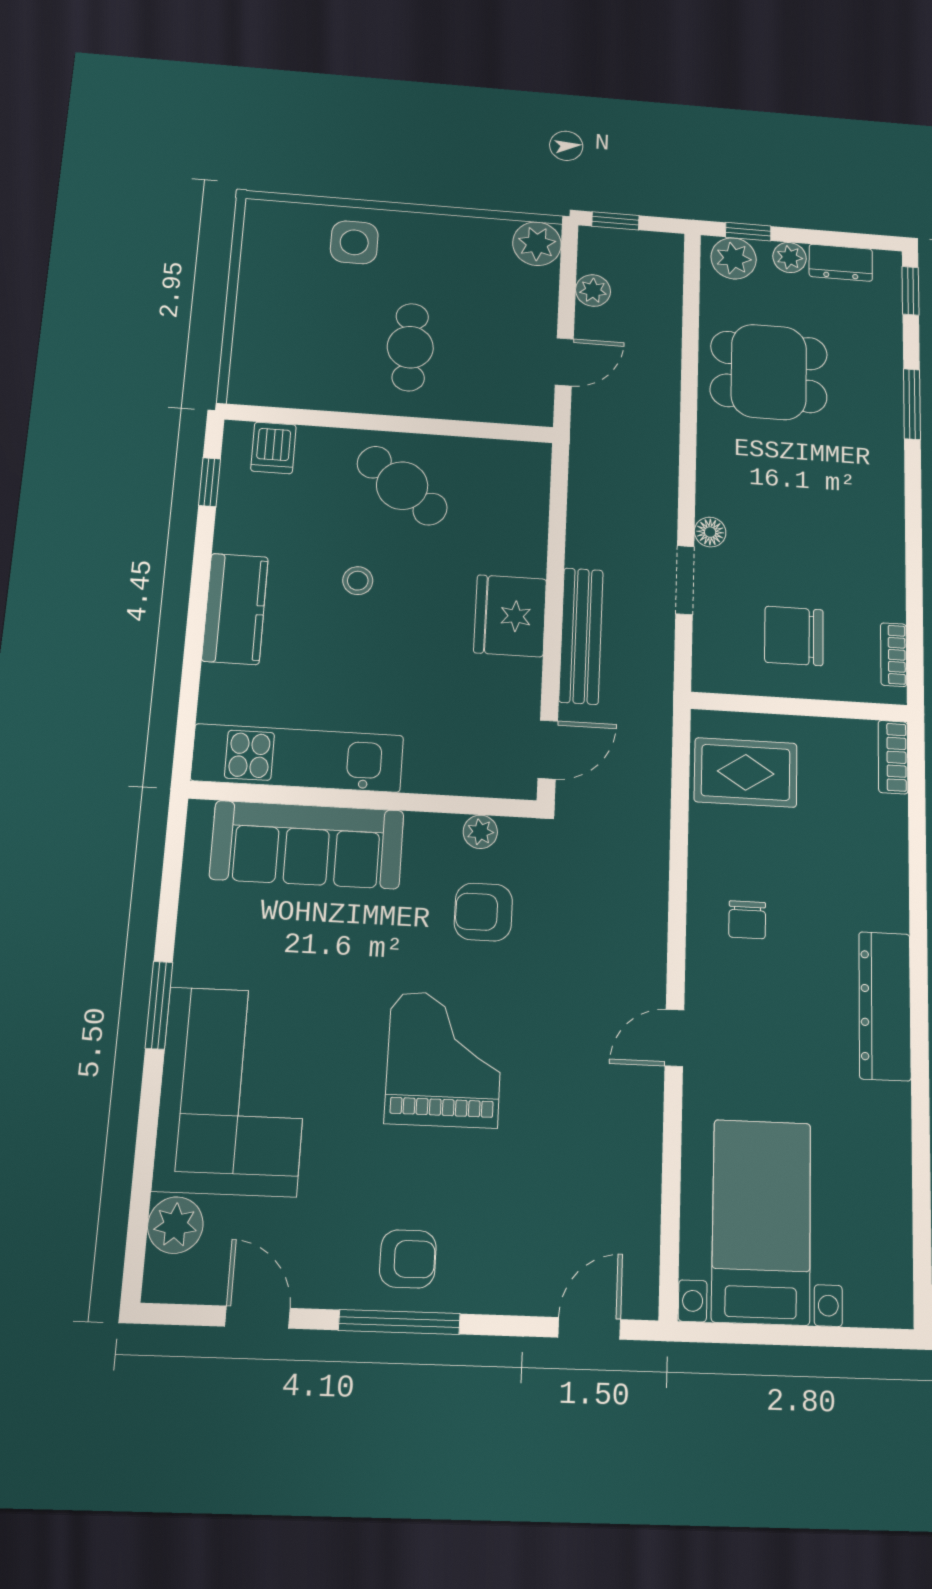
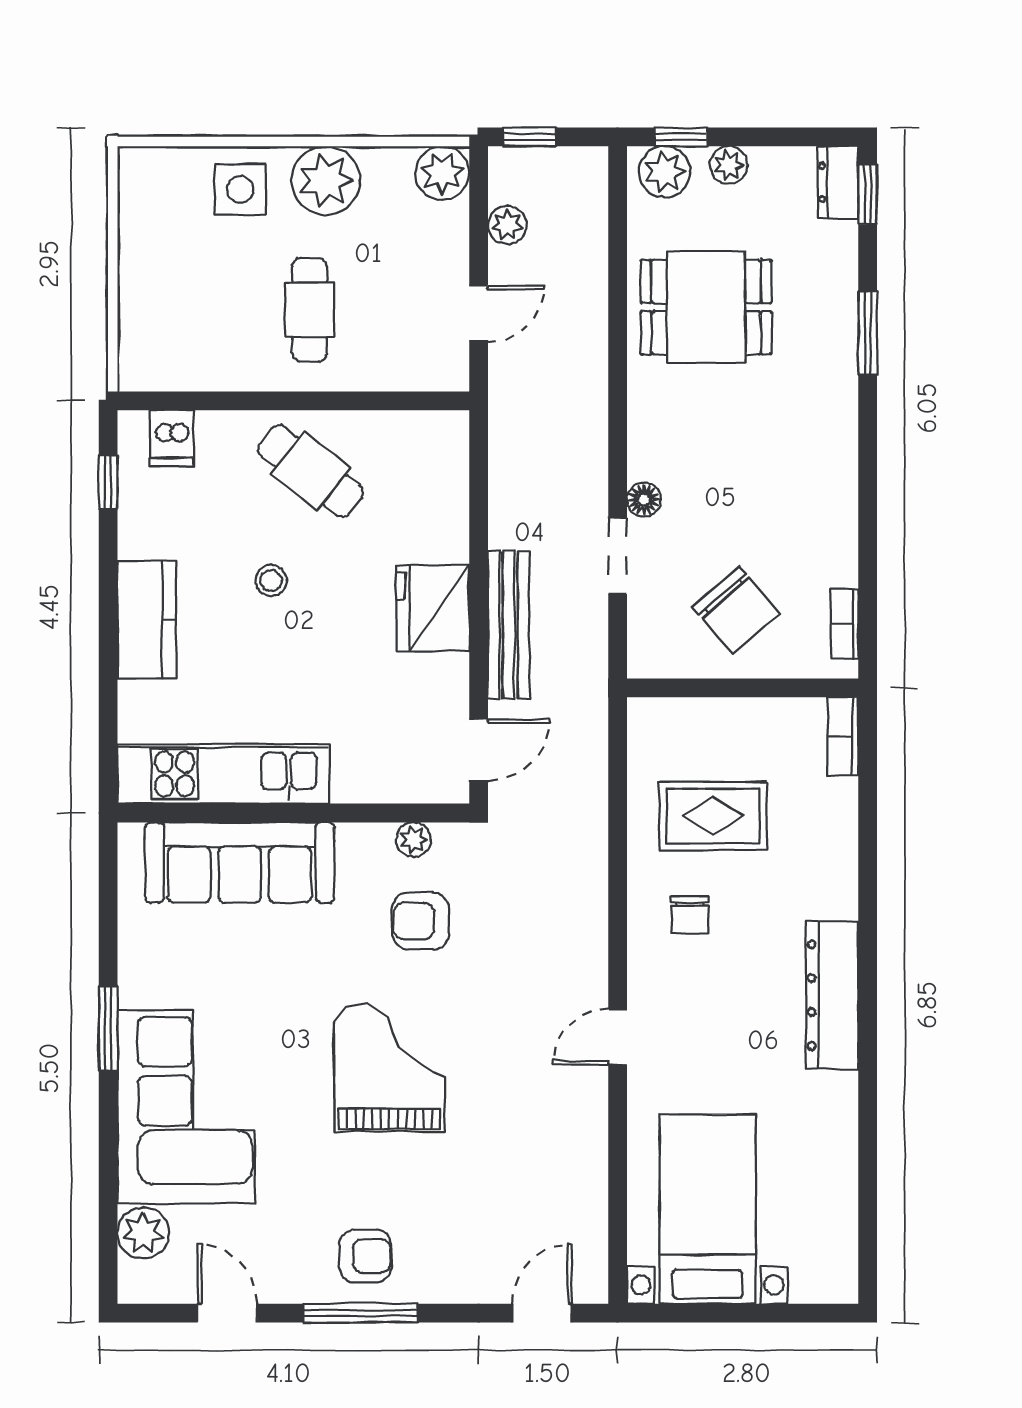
plant: (432, 241) -> (326, 180), added
dresser: (841, 263) -> (838, 182), moved, turned 90
chair: (794, 636) -> (736, 610), turned -131
rug: (746, 772) -> (713, 816), moved

